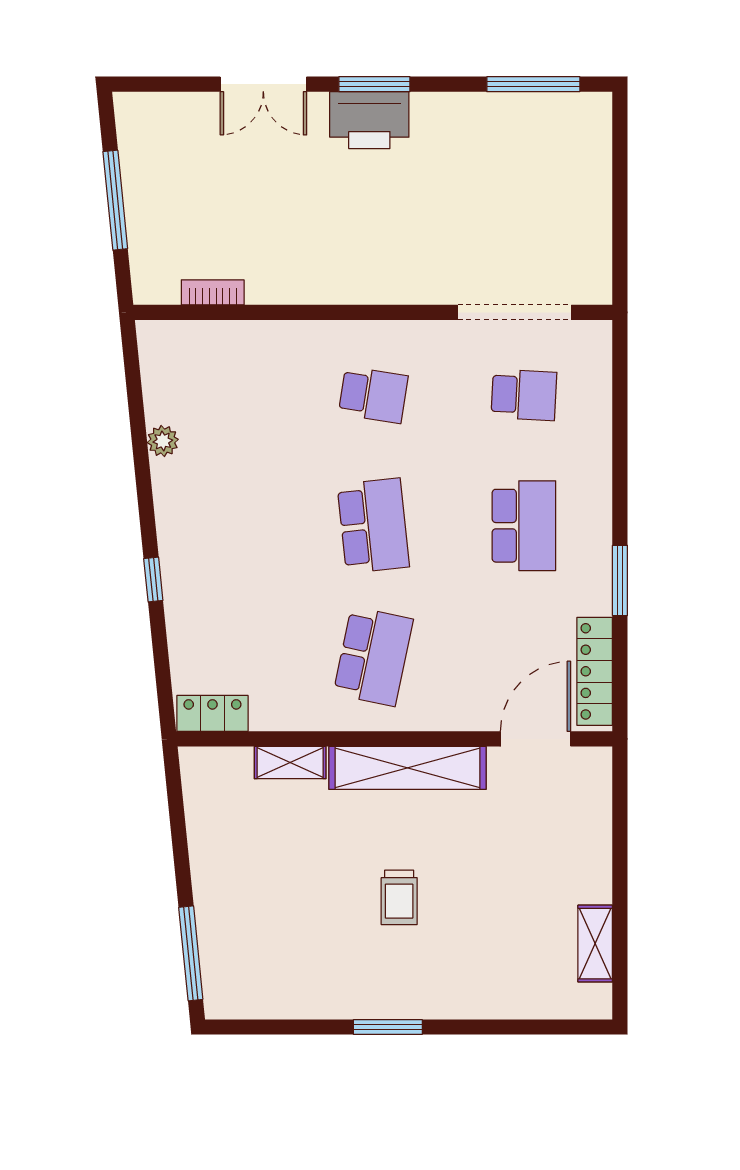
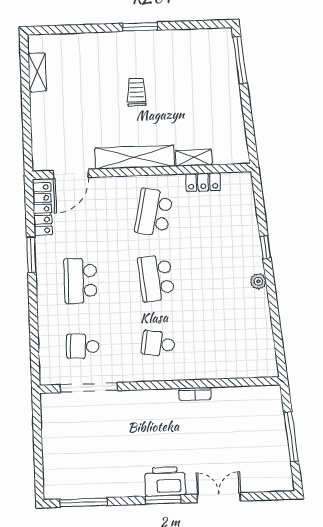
bookcase: (213, 292) -> (195, 394), moved
plant: (163, 441) -> (258, 281), moved
locker: (212, 713) -> (203, 182), moved

